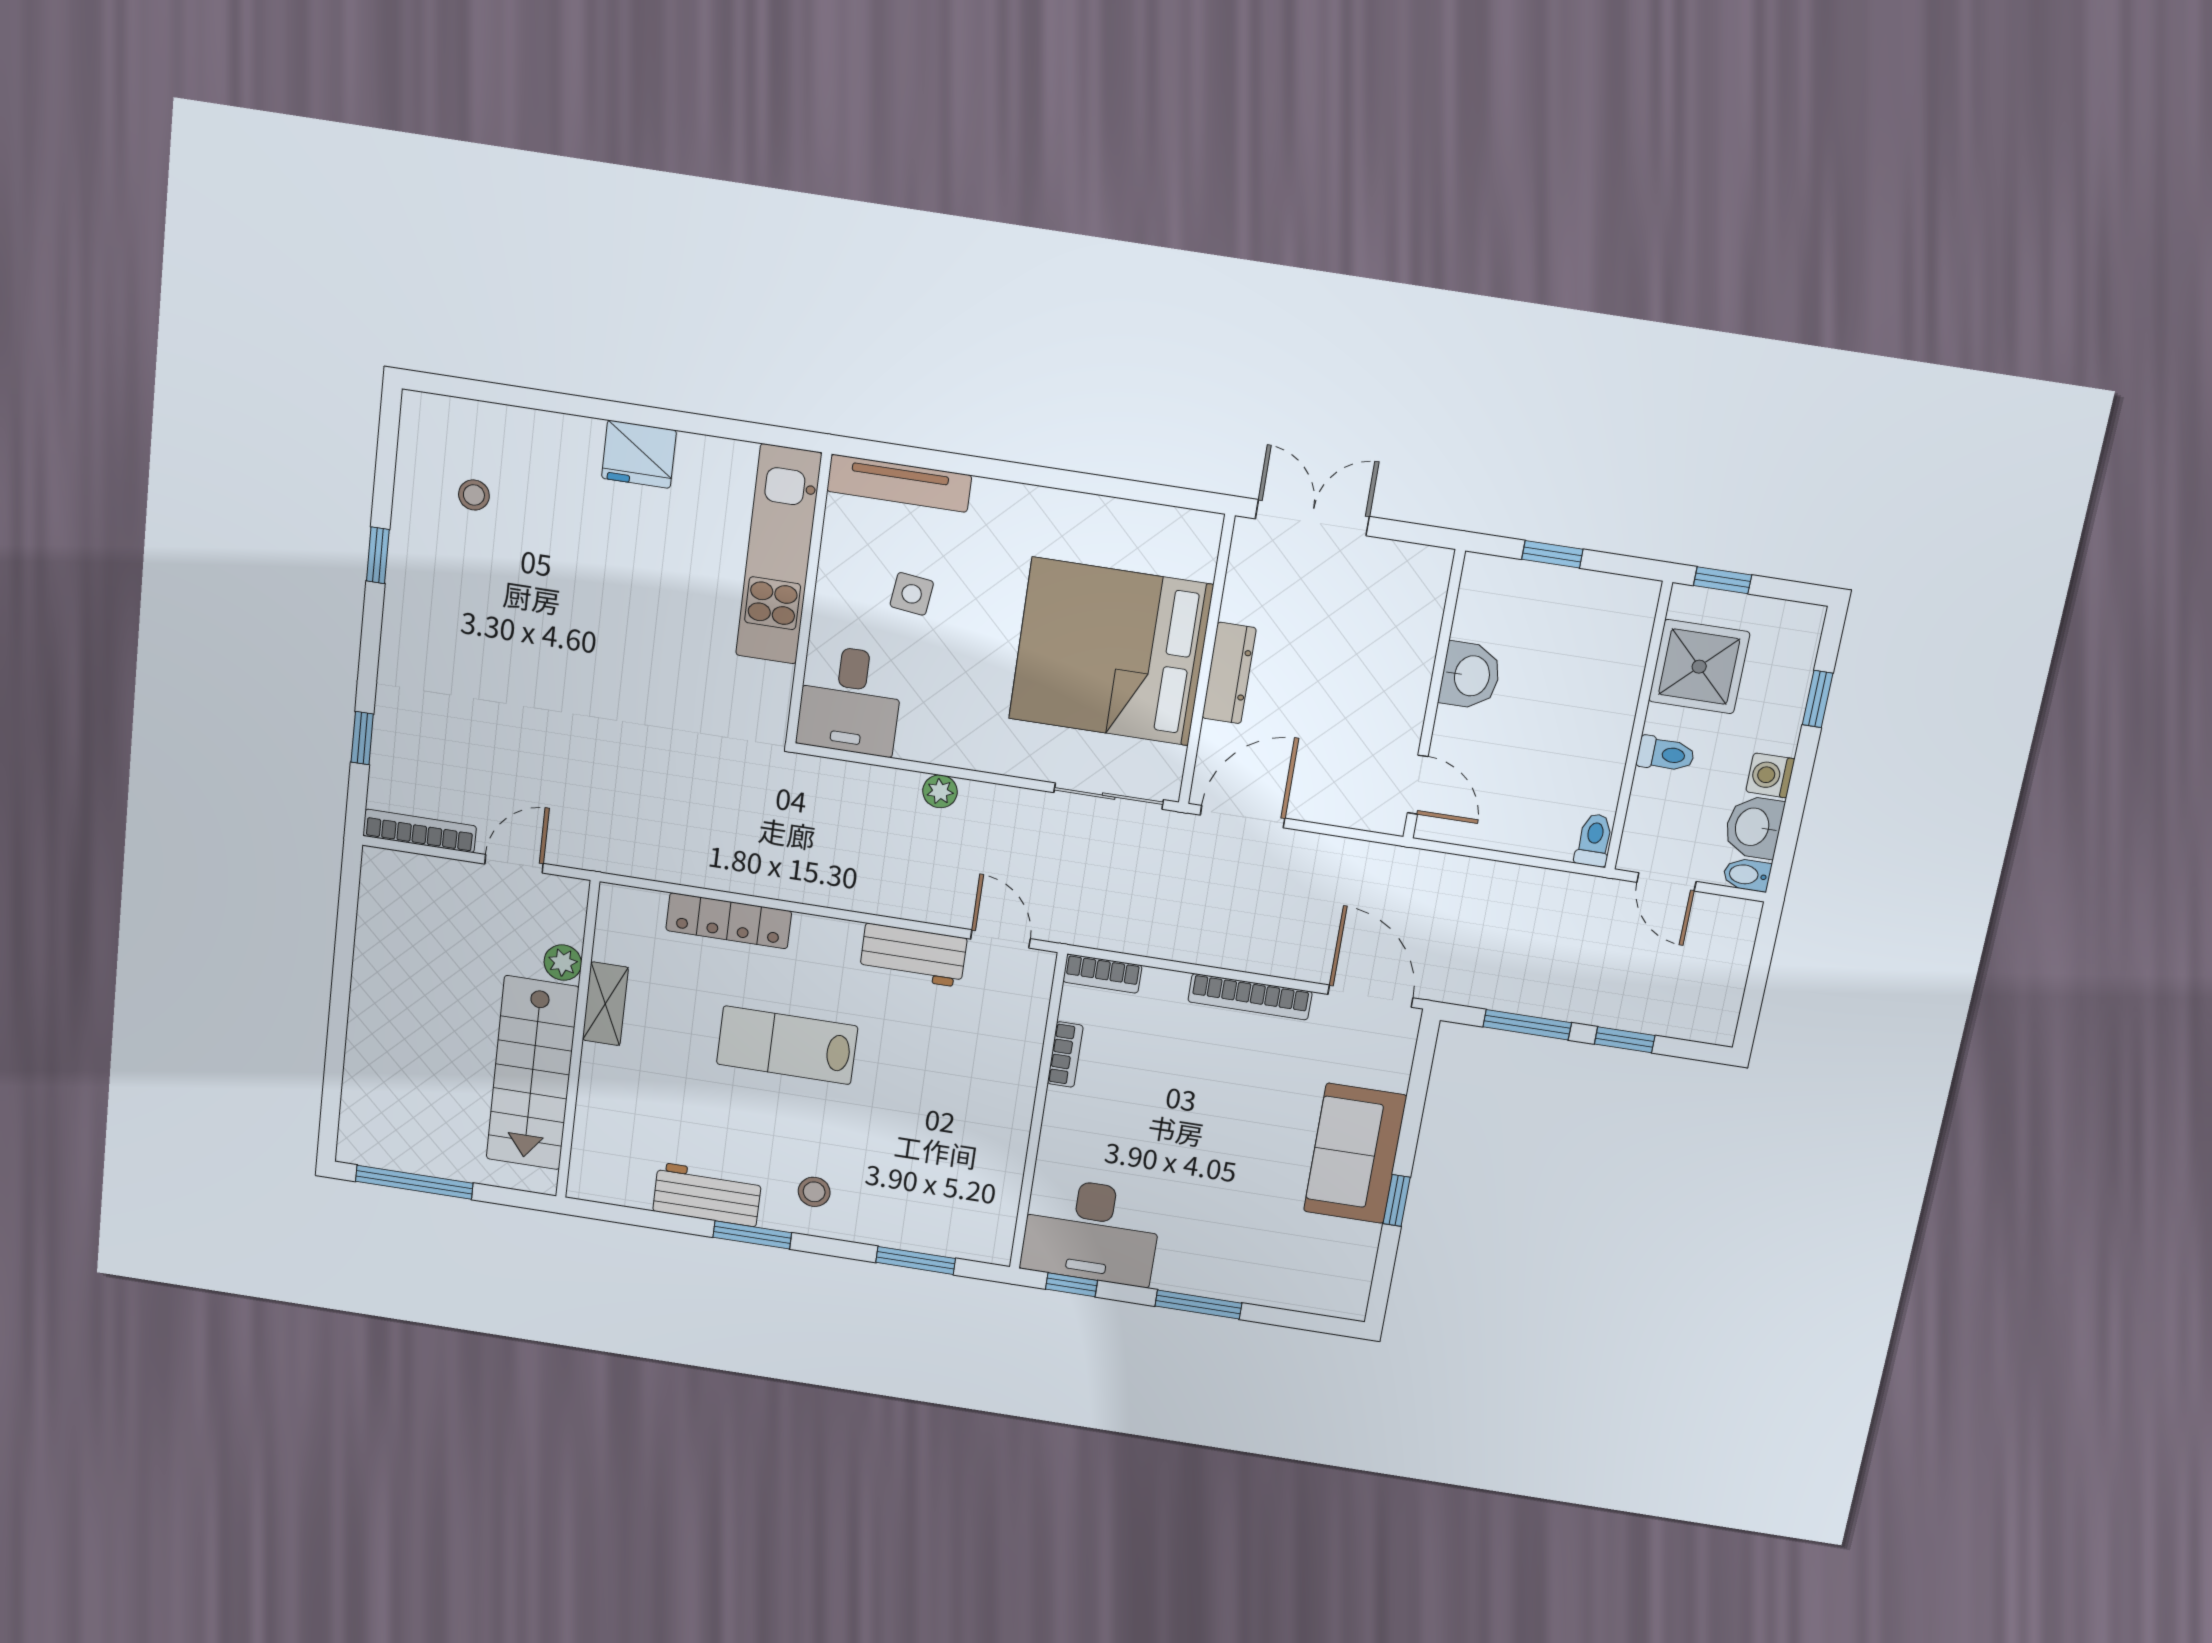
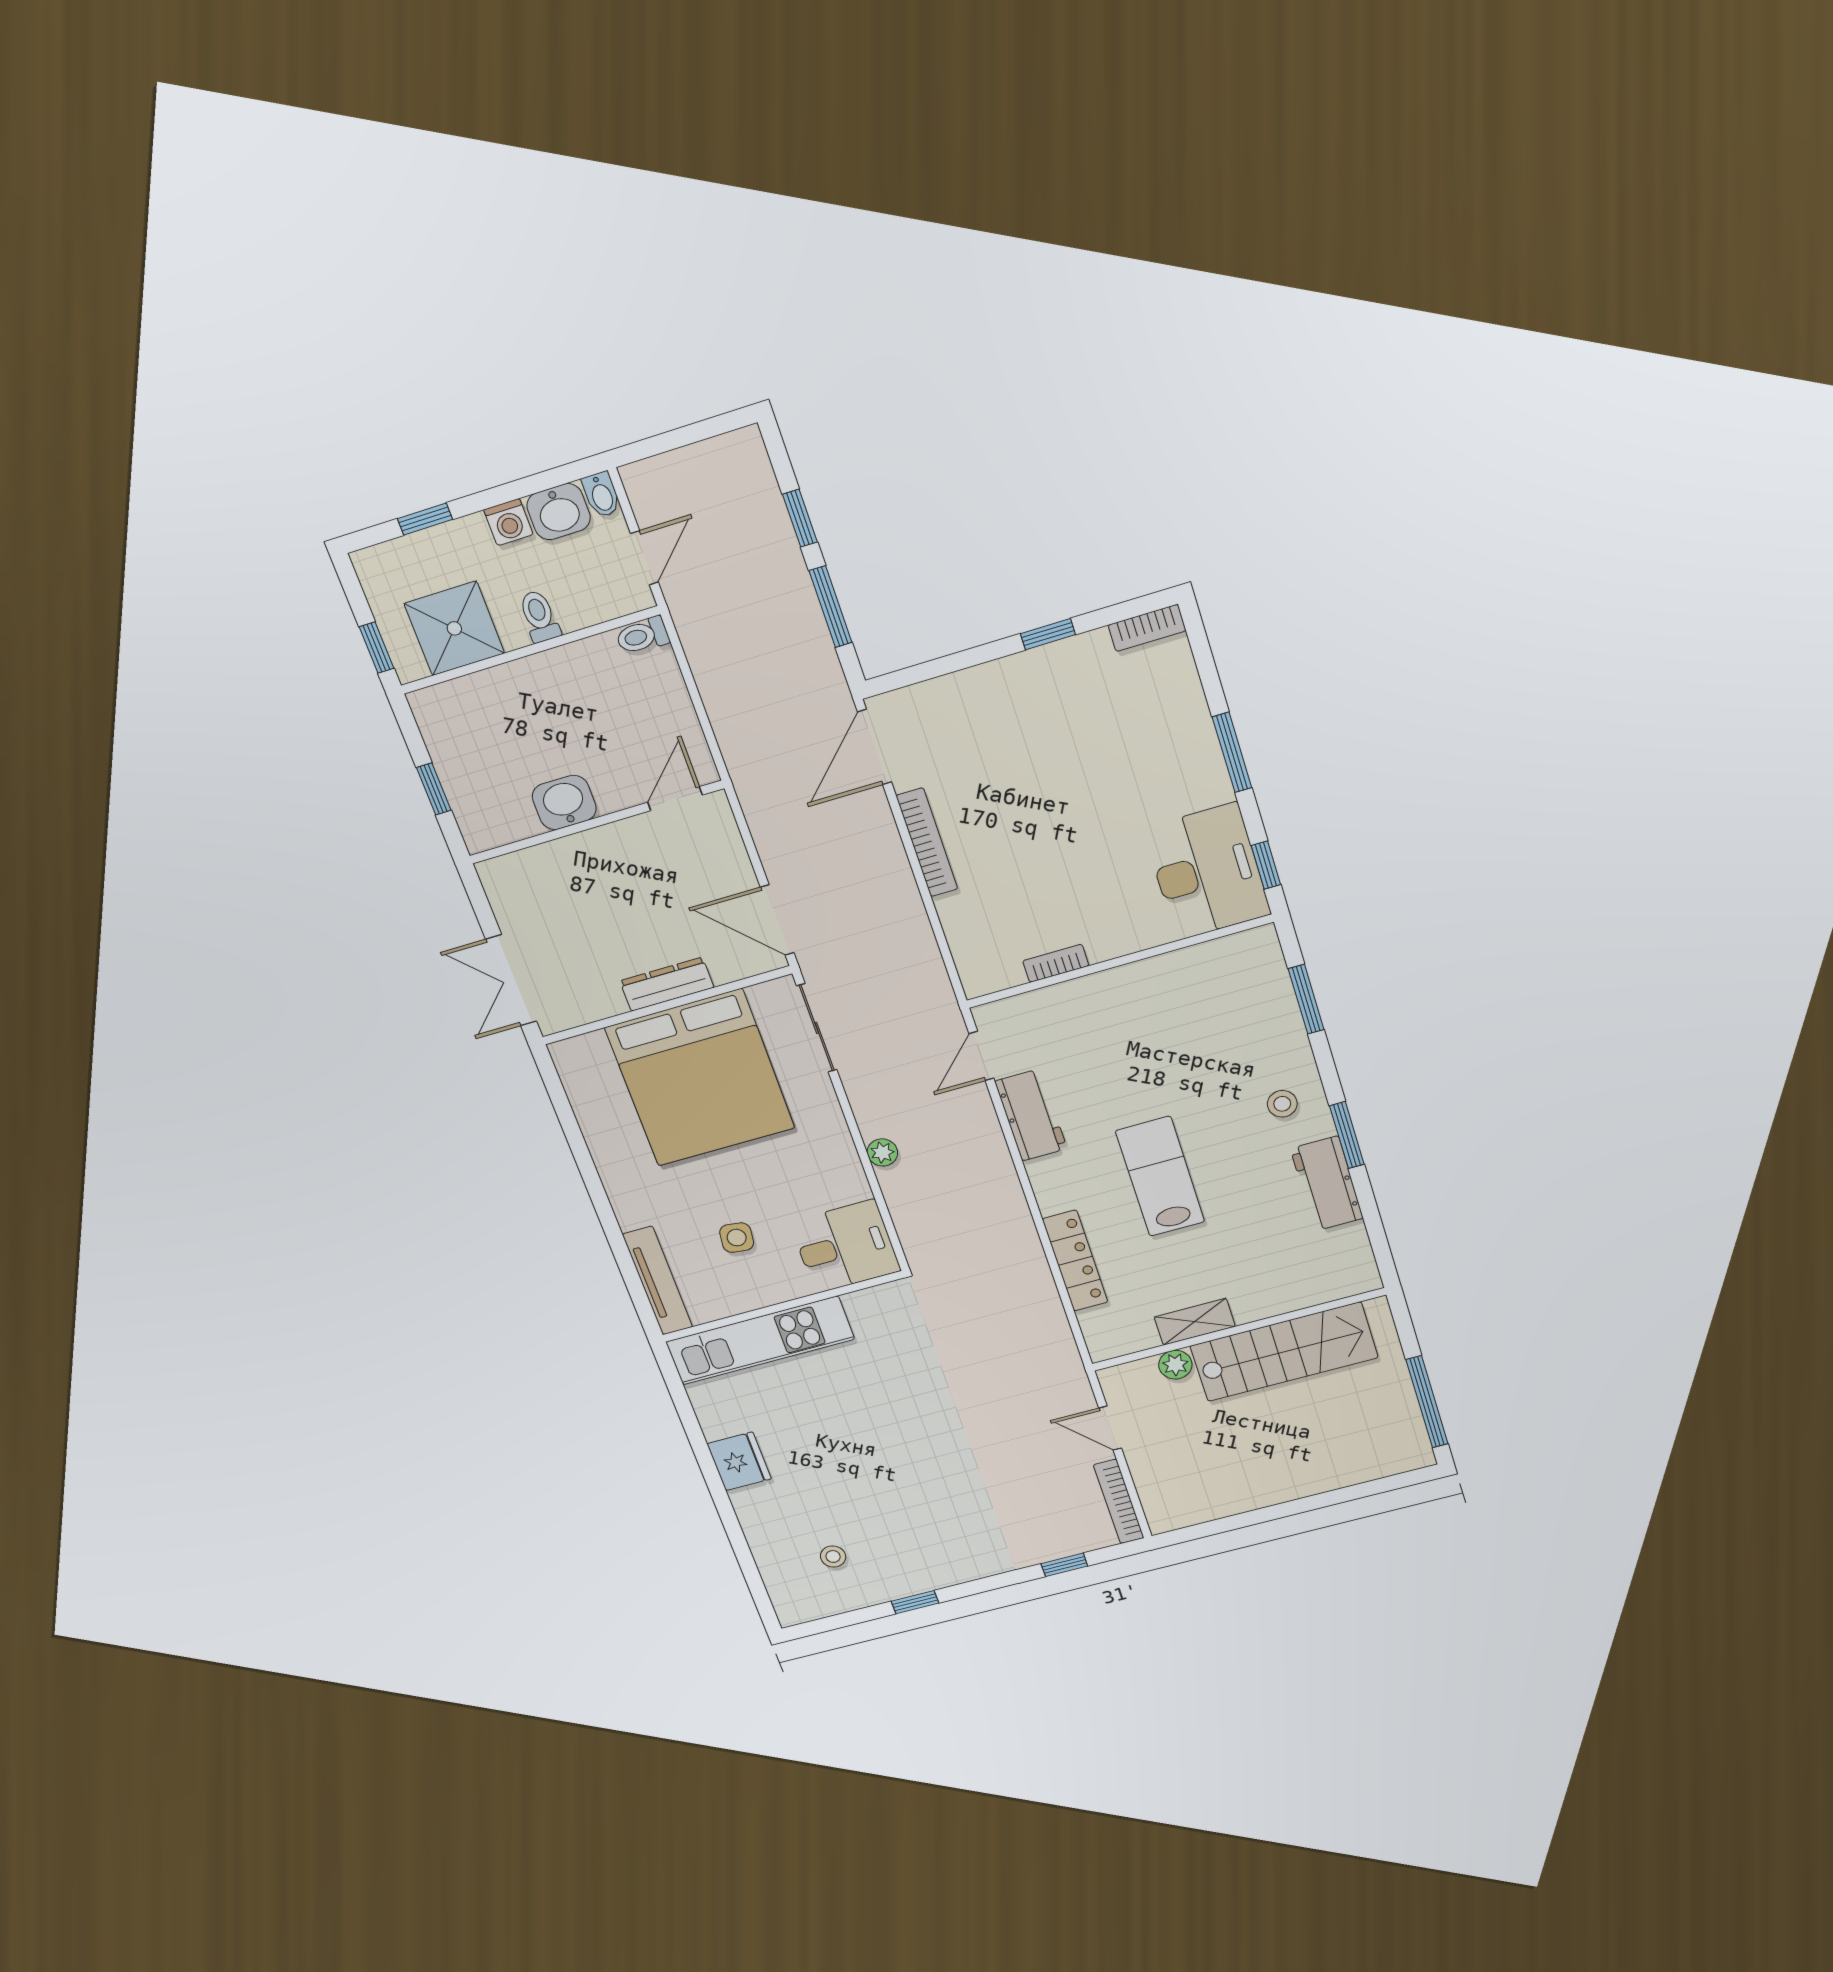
bookcase: (1102, 974) -> (1147, 628), moved, turned 90
lab bench: (787, 1045) -> (1160, 1176), turned 180
sofa: (1355, 1153) -> (1022, 690), removed

